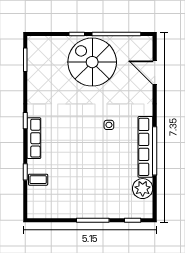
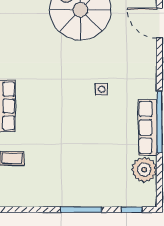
row of seats: (145, 147) -> (148, 127), width x0.73

